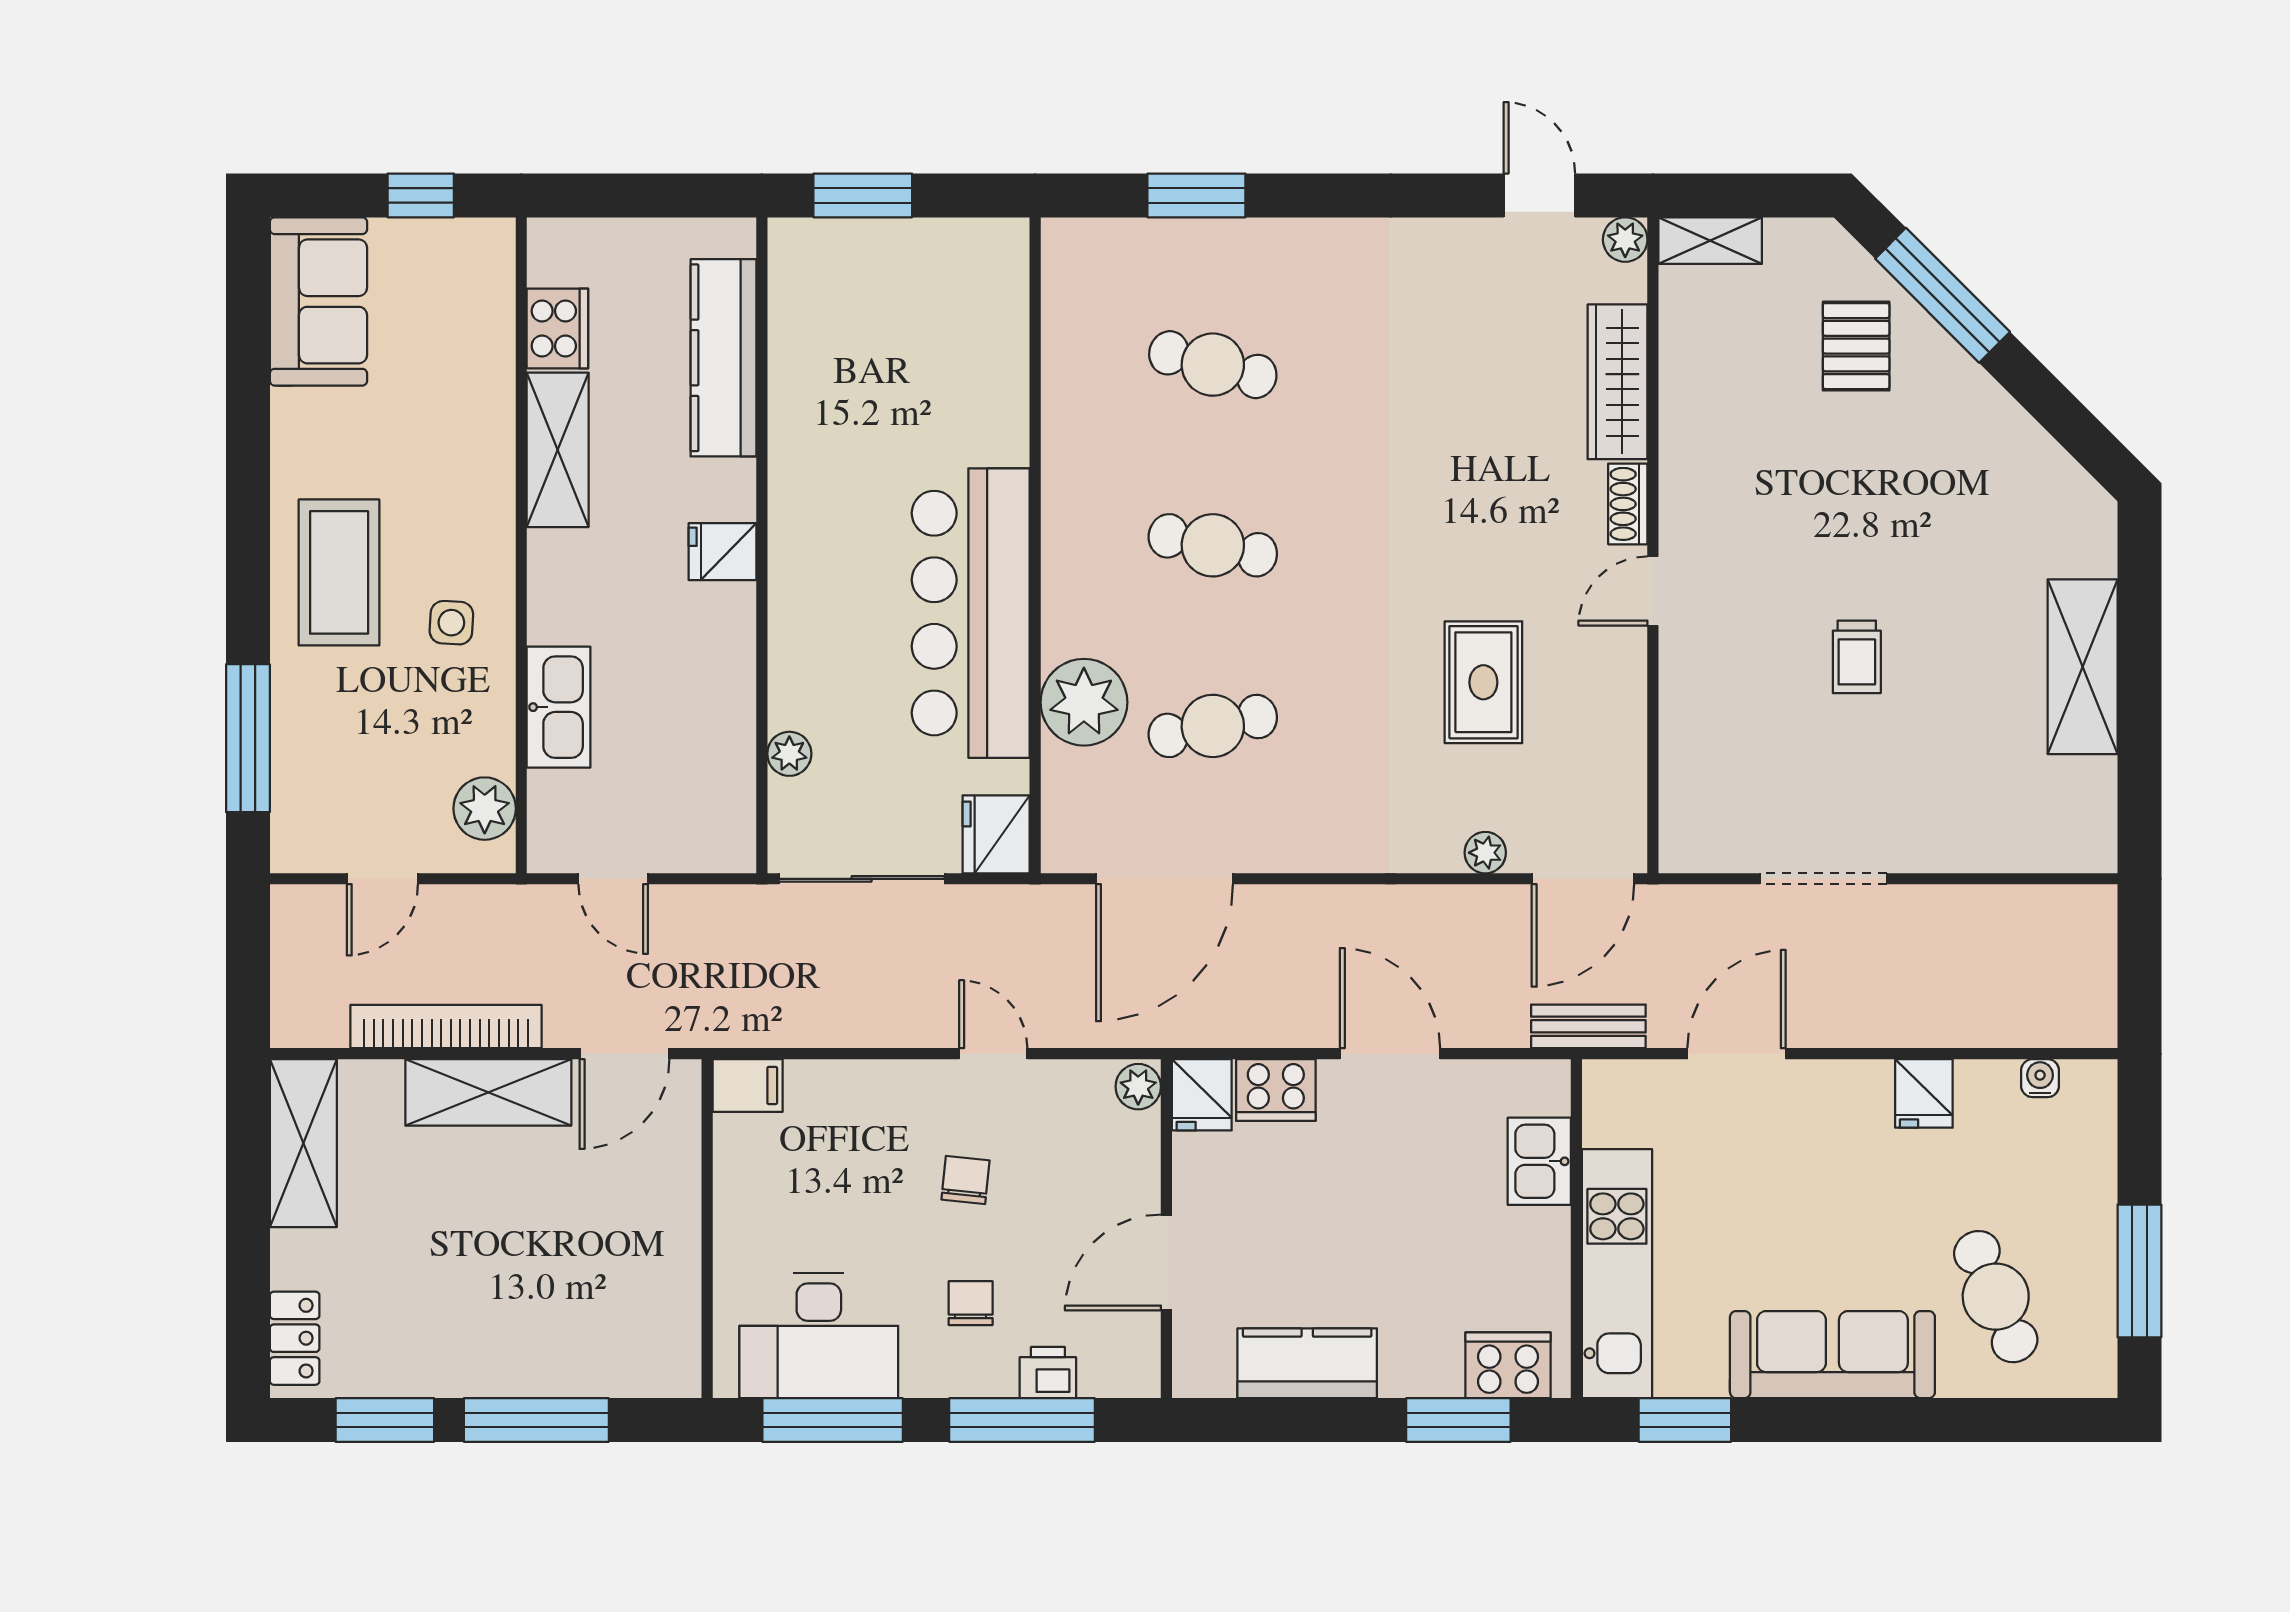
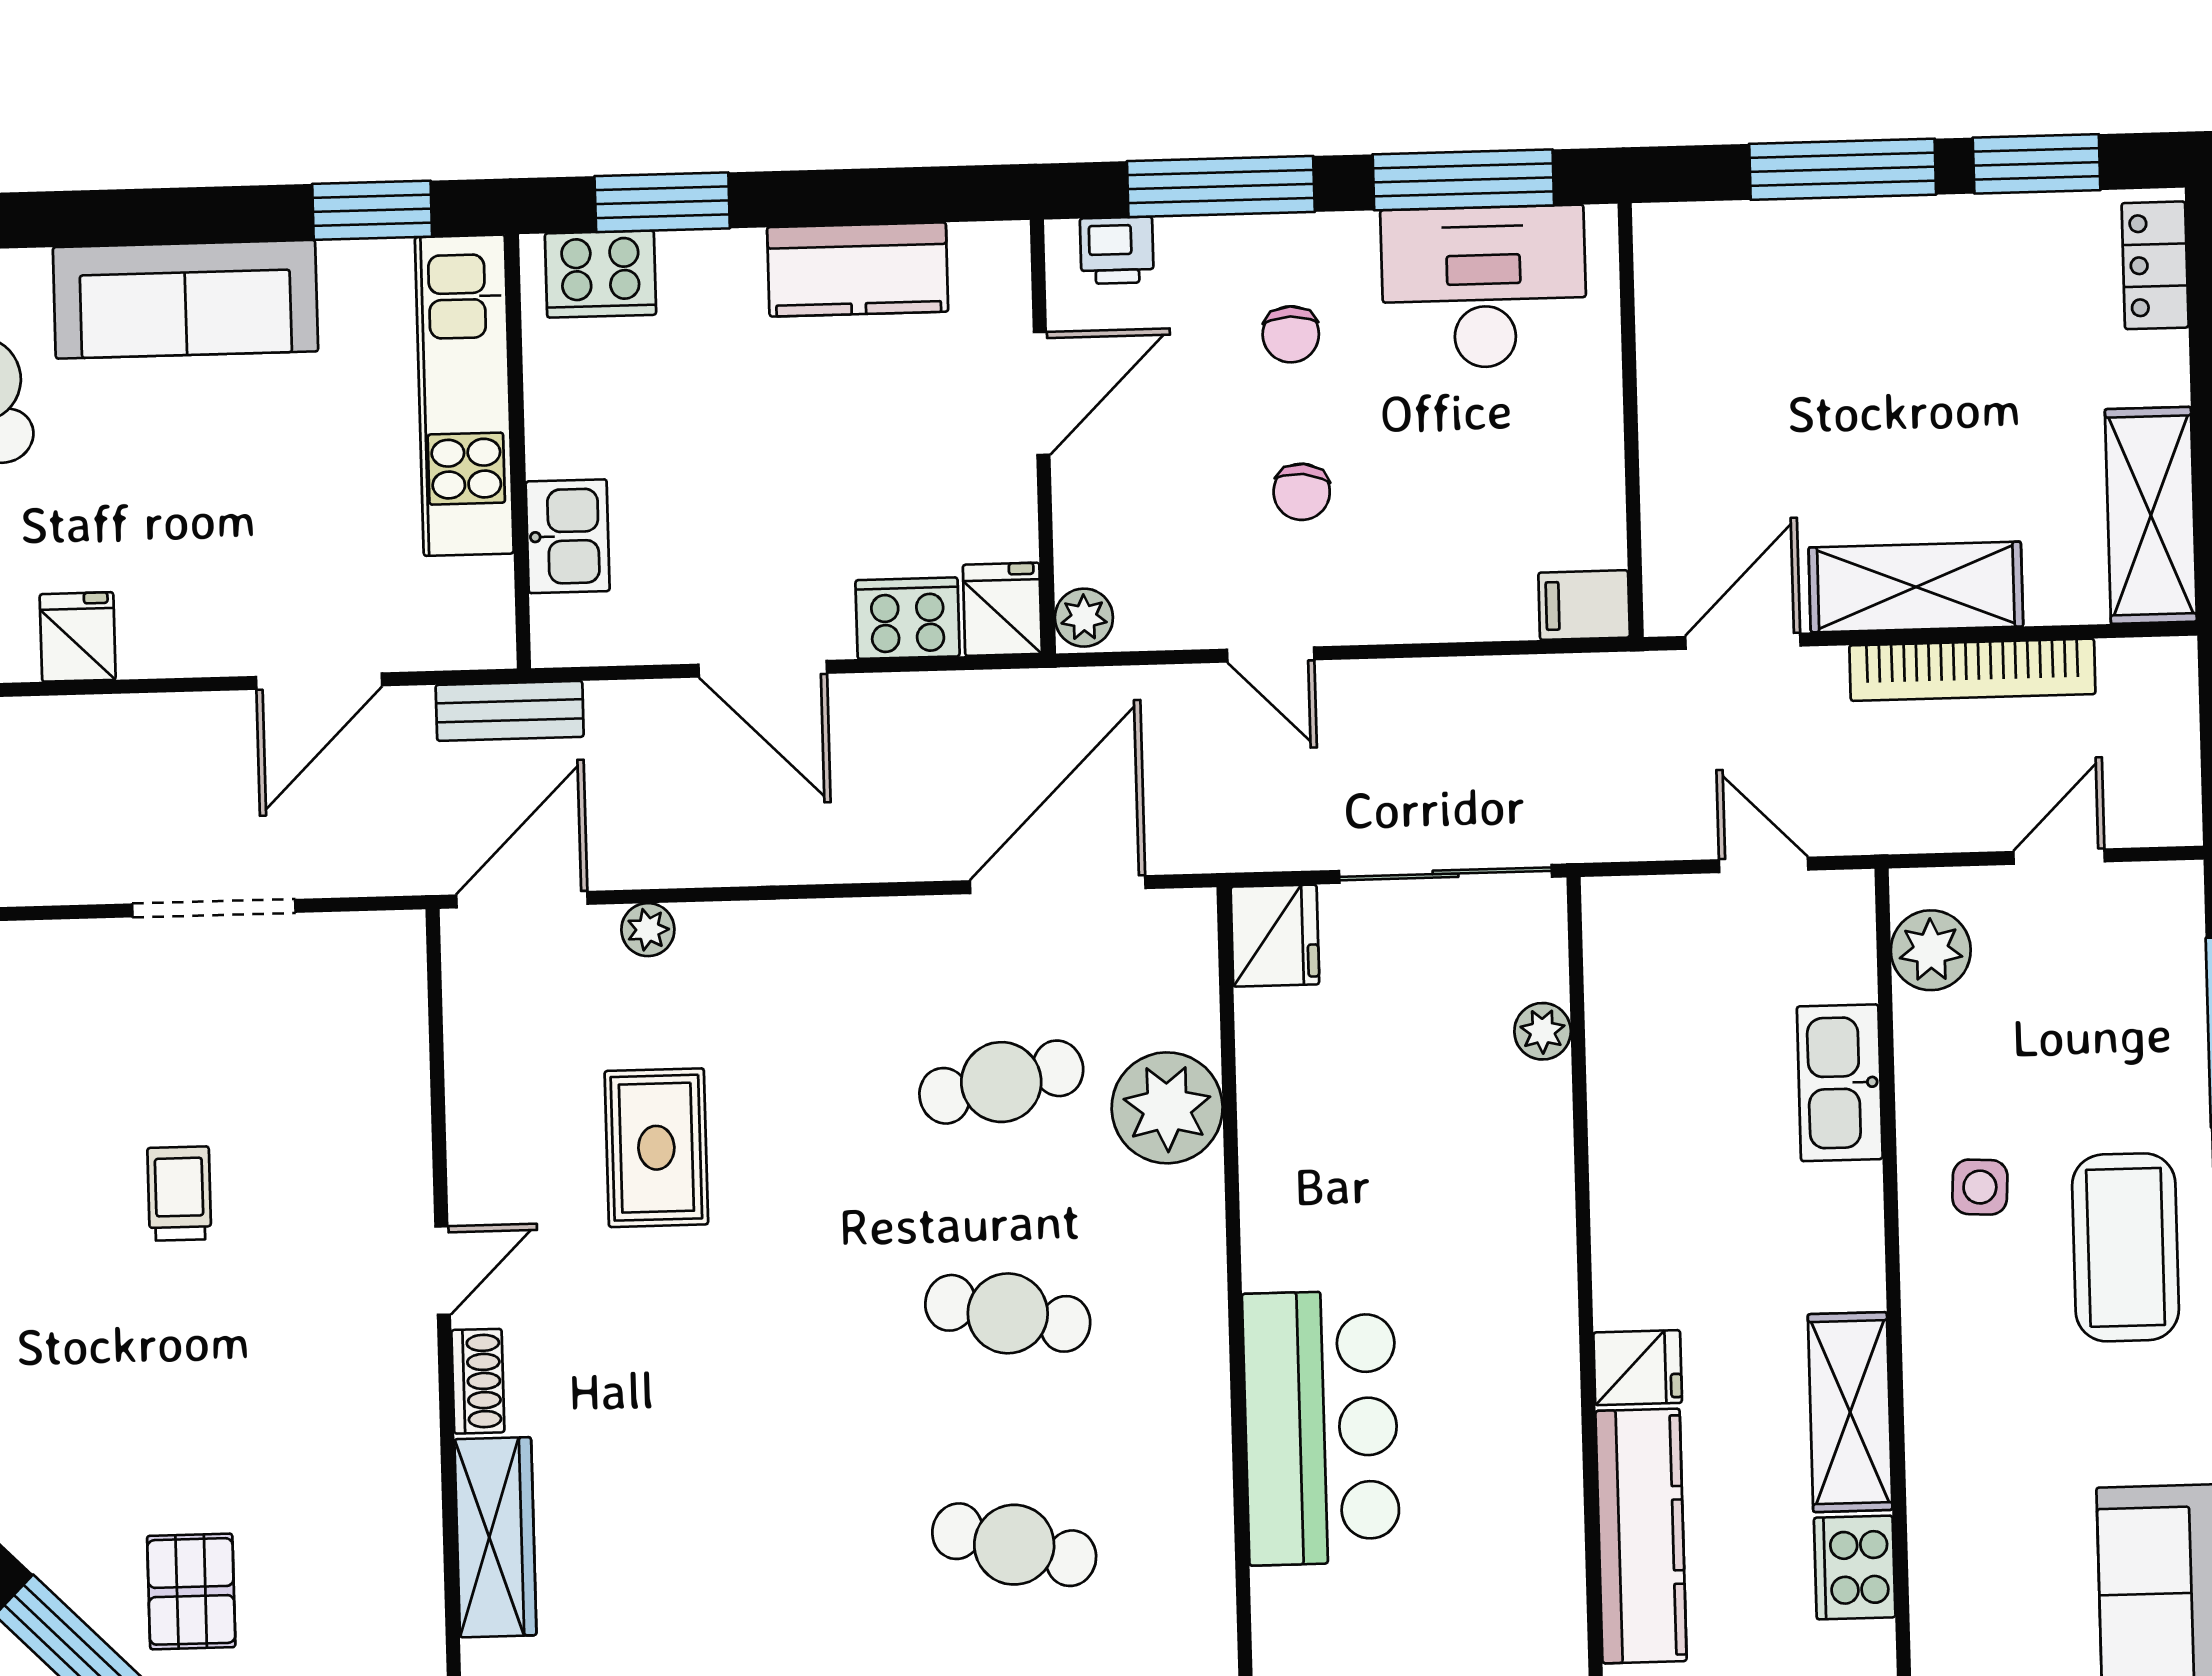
fridge: (722, 552) -> (1638, 1368), moved
bar counter: (971, 613) -> (1321, 1428), moved, width x0.73
printer: (1048, 1373) -> (1117, 250), moved

